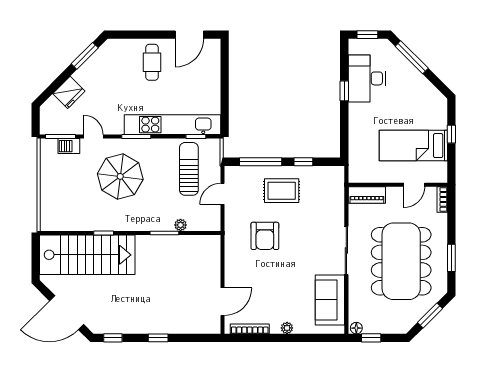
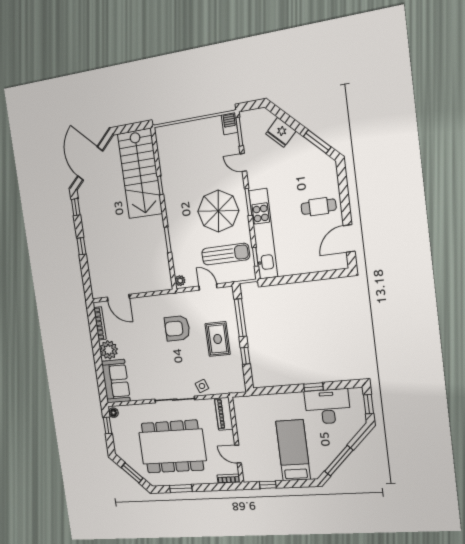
door: (189, 35) -> (349, 238), hinge flipped
window: (412, 57) -> (339, 461), moved
window: (451, 134) -> (268, 485), moved
door: (94, 136) -> (243, 162), swing flipped
barbecue: (69, 146) -> (230, 124), moved
bed: (413, 146) -> (293, 450), moved
parasol: (120, 176) -> (218, 211), moved
side table: (333, 216) -> (202, 386), added
plant: (181, 225) -> (180, 281), moved
sofa: (330, 300) -> (116, 381), moved, turned 90
plant: (287, 328) -> (109, 350), width x1.88, depth x1.88

